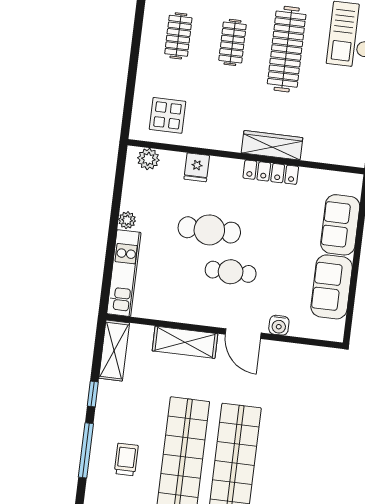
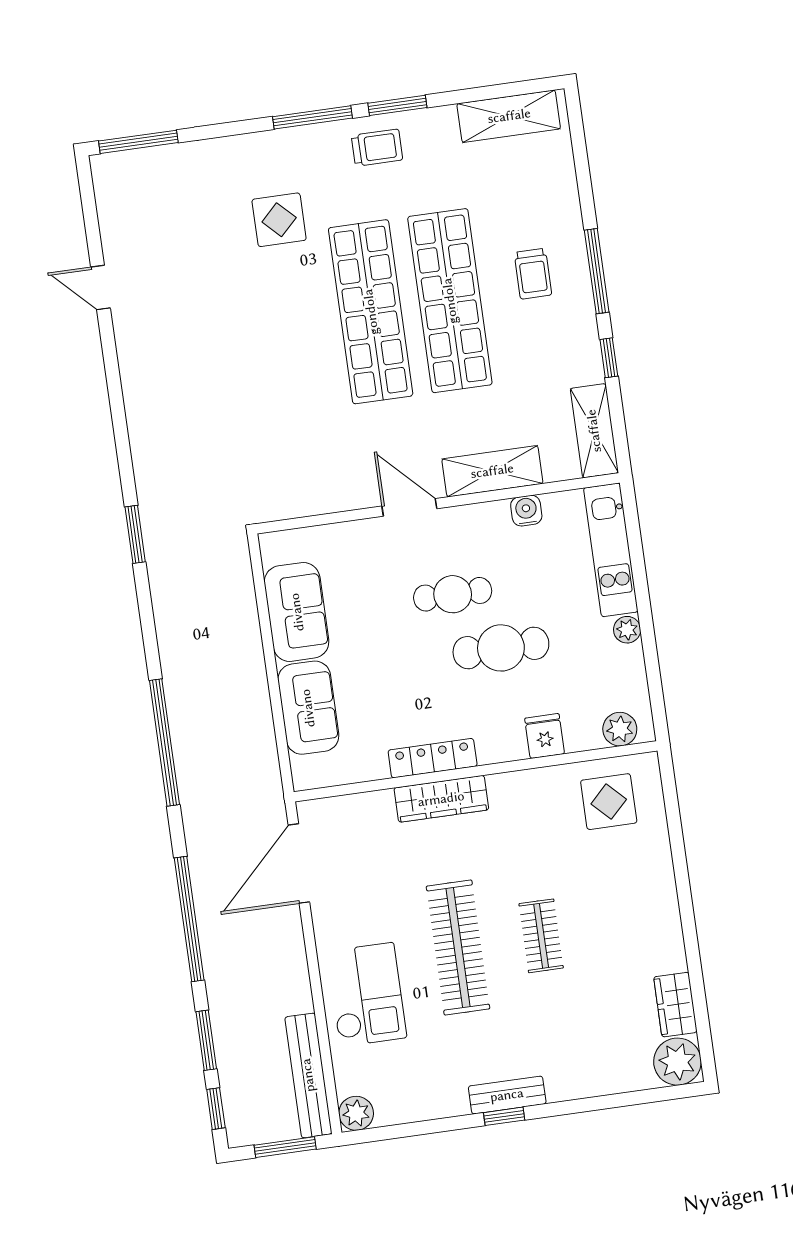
clothes rail: (178, 36) -> (624, 924), removed
water cooler: (279, 325) -> (526, 511), moved

